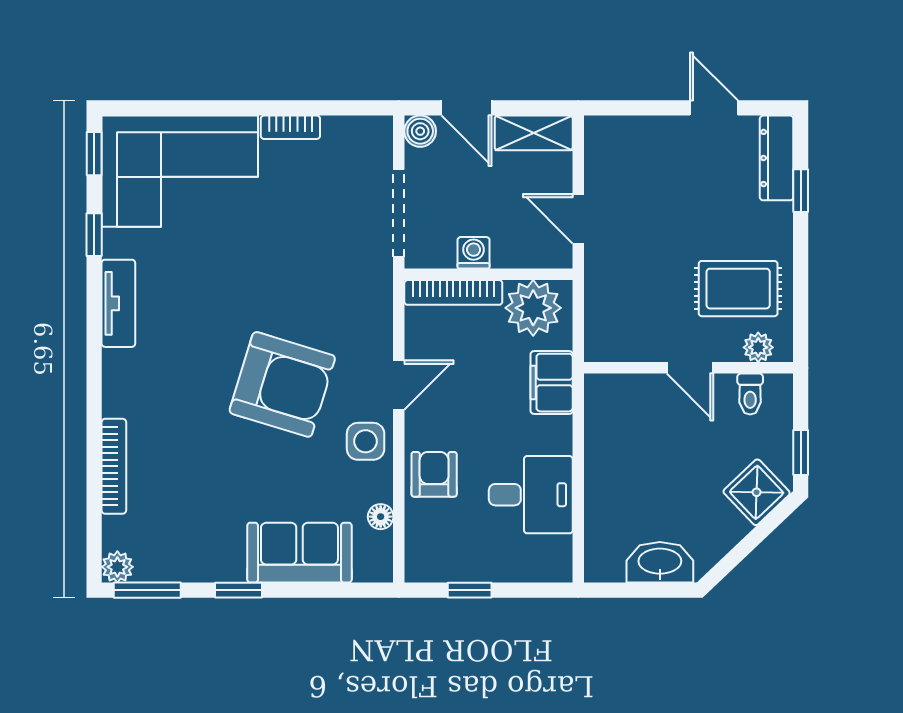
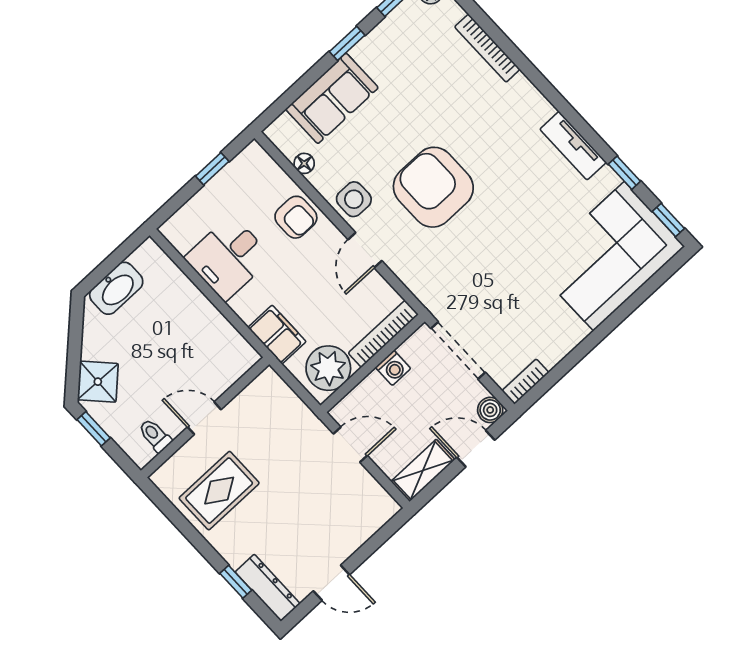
bookcase: (290, 127) -> (525, 382), moved
plant: (758, 347) -> (176, 467), removed
armchair: (282, 384) -> (433, 187), turned 73

